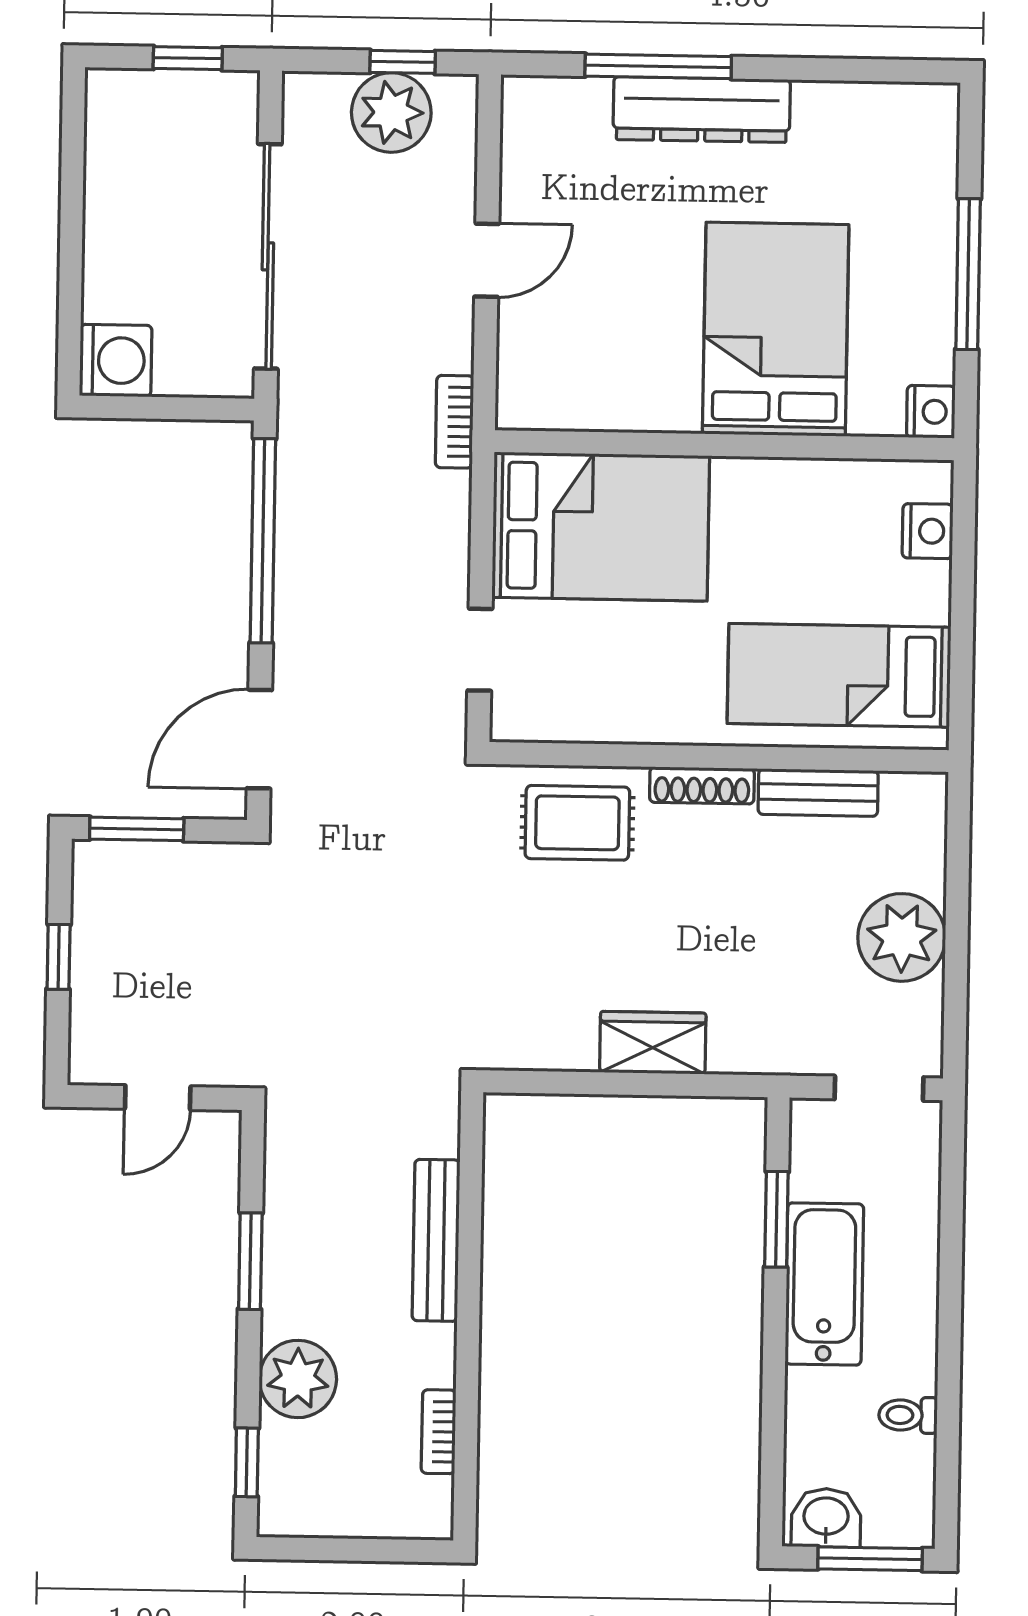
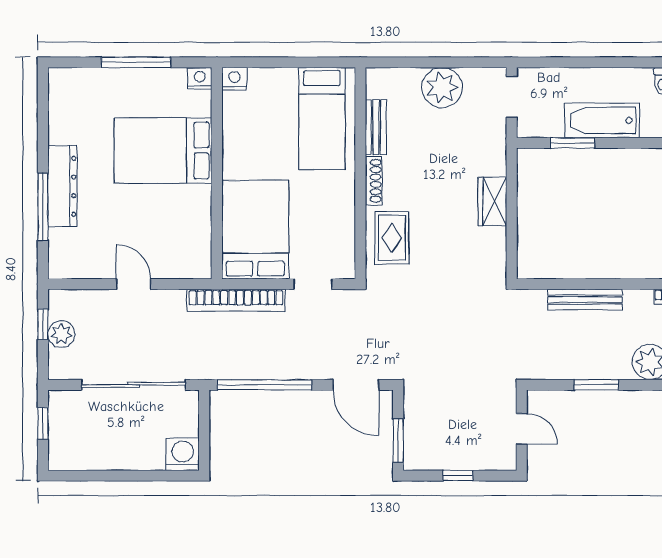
plant: (391, 112) -> (61, 334), width x0.73, depth x0.73
bookcase: (454, 422) -> (236, 300), width x2.31, depth x1.31
nightstand: (928, 531) -> (234, 79), moved

